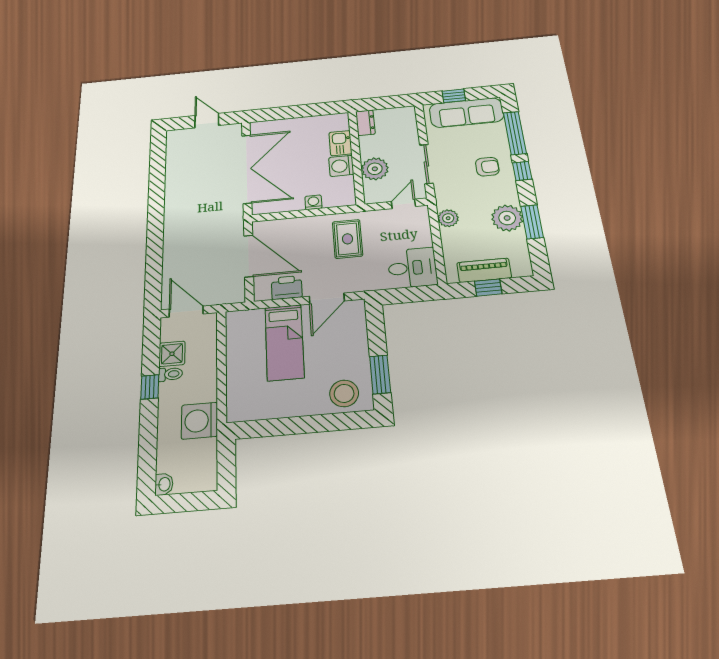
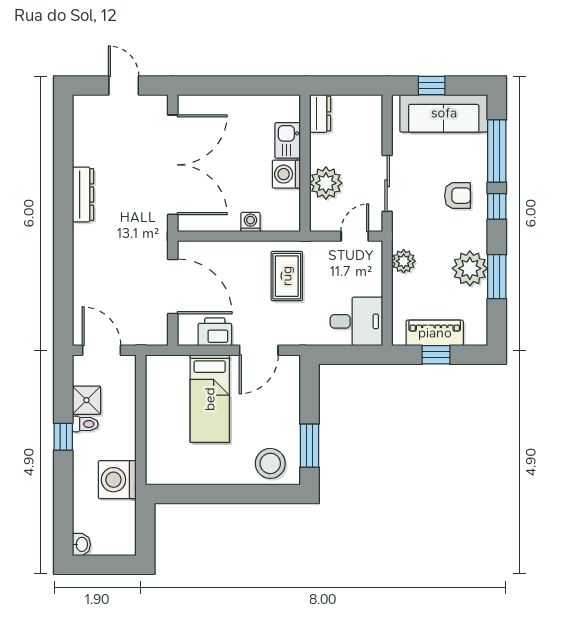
dresser: (173, 196) -> (83, 194), added

